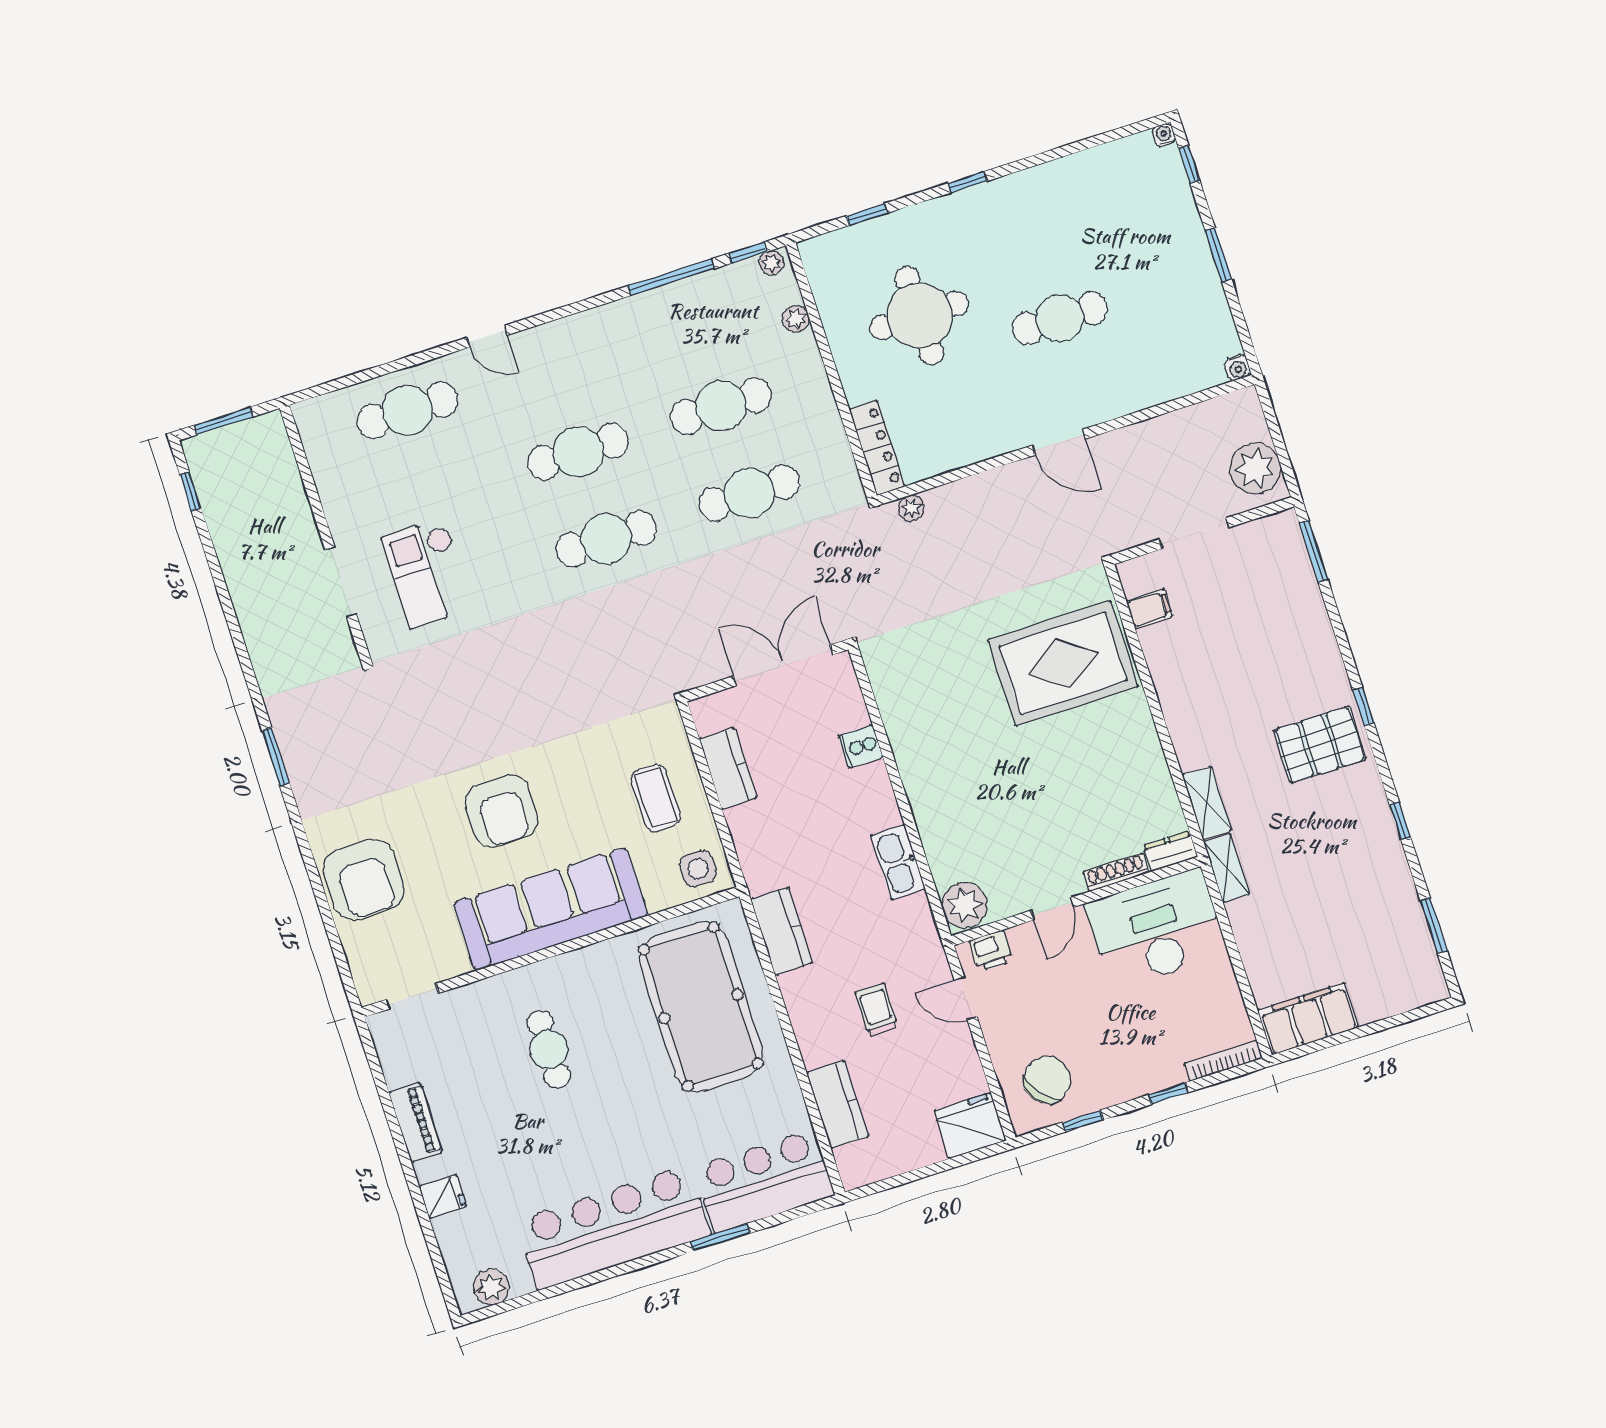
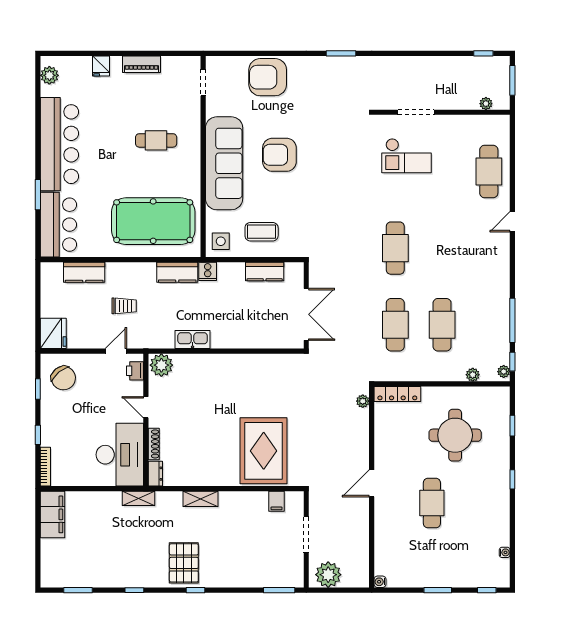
water cooler: (1164, 135) -> (505, 552), moved
cafe table: (578, 452) -> (442, 248), removed
plant: (282, 457) -> (486, 104), added
checkout: (427, 573) -> (407, 156), turned 180
cooker: (861, 746) -> (208, 271), moved, turned 180
shelving: (1207, 803) -> (201, 499), moved

